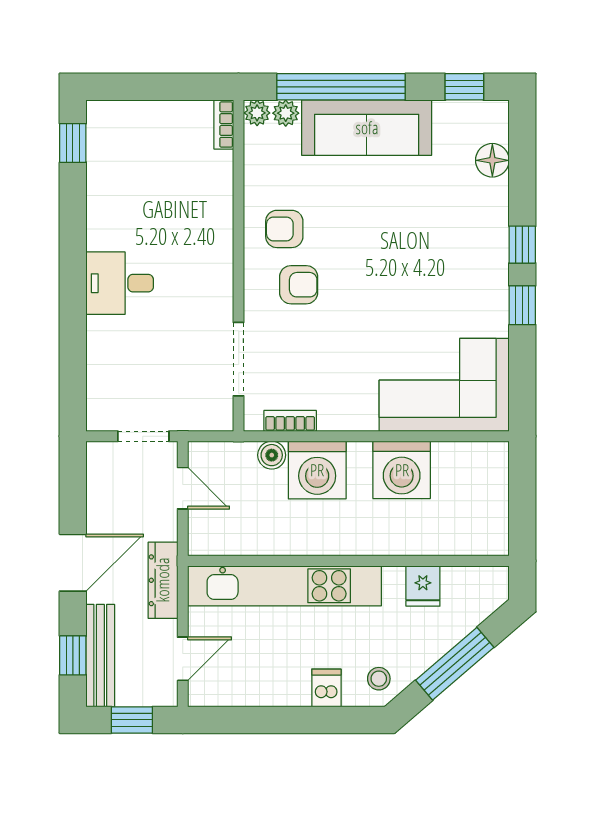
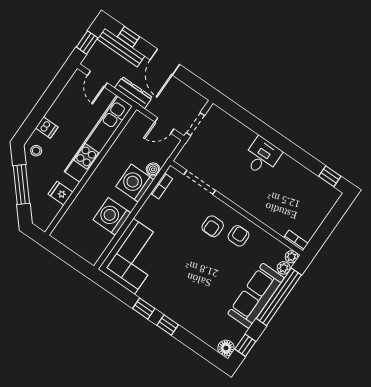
floor lamp: (492, 160) -> (226, 348), moved

